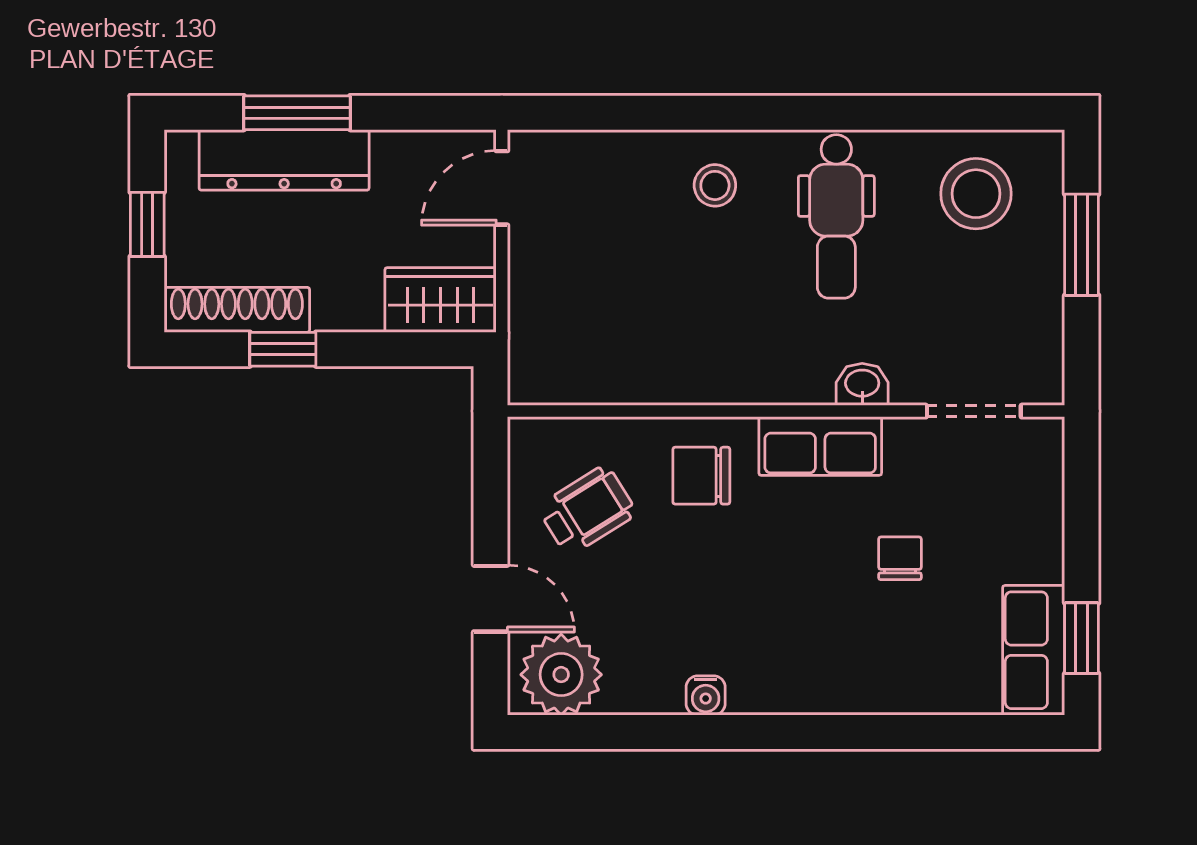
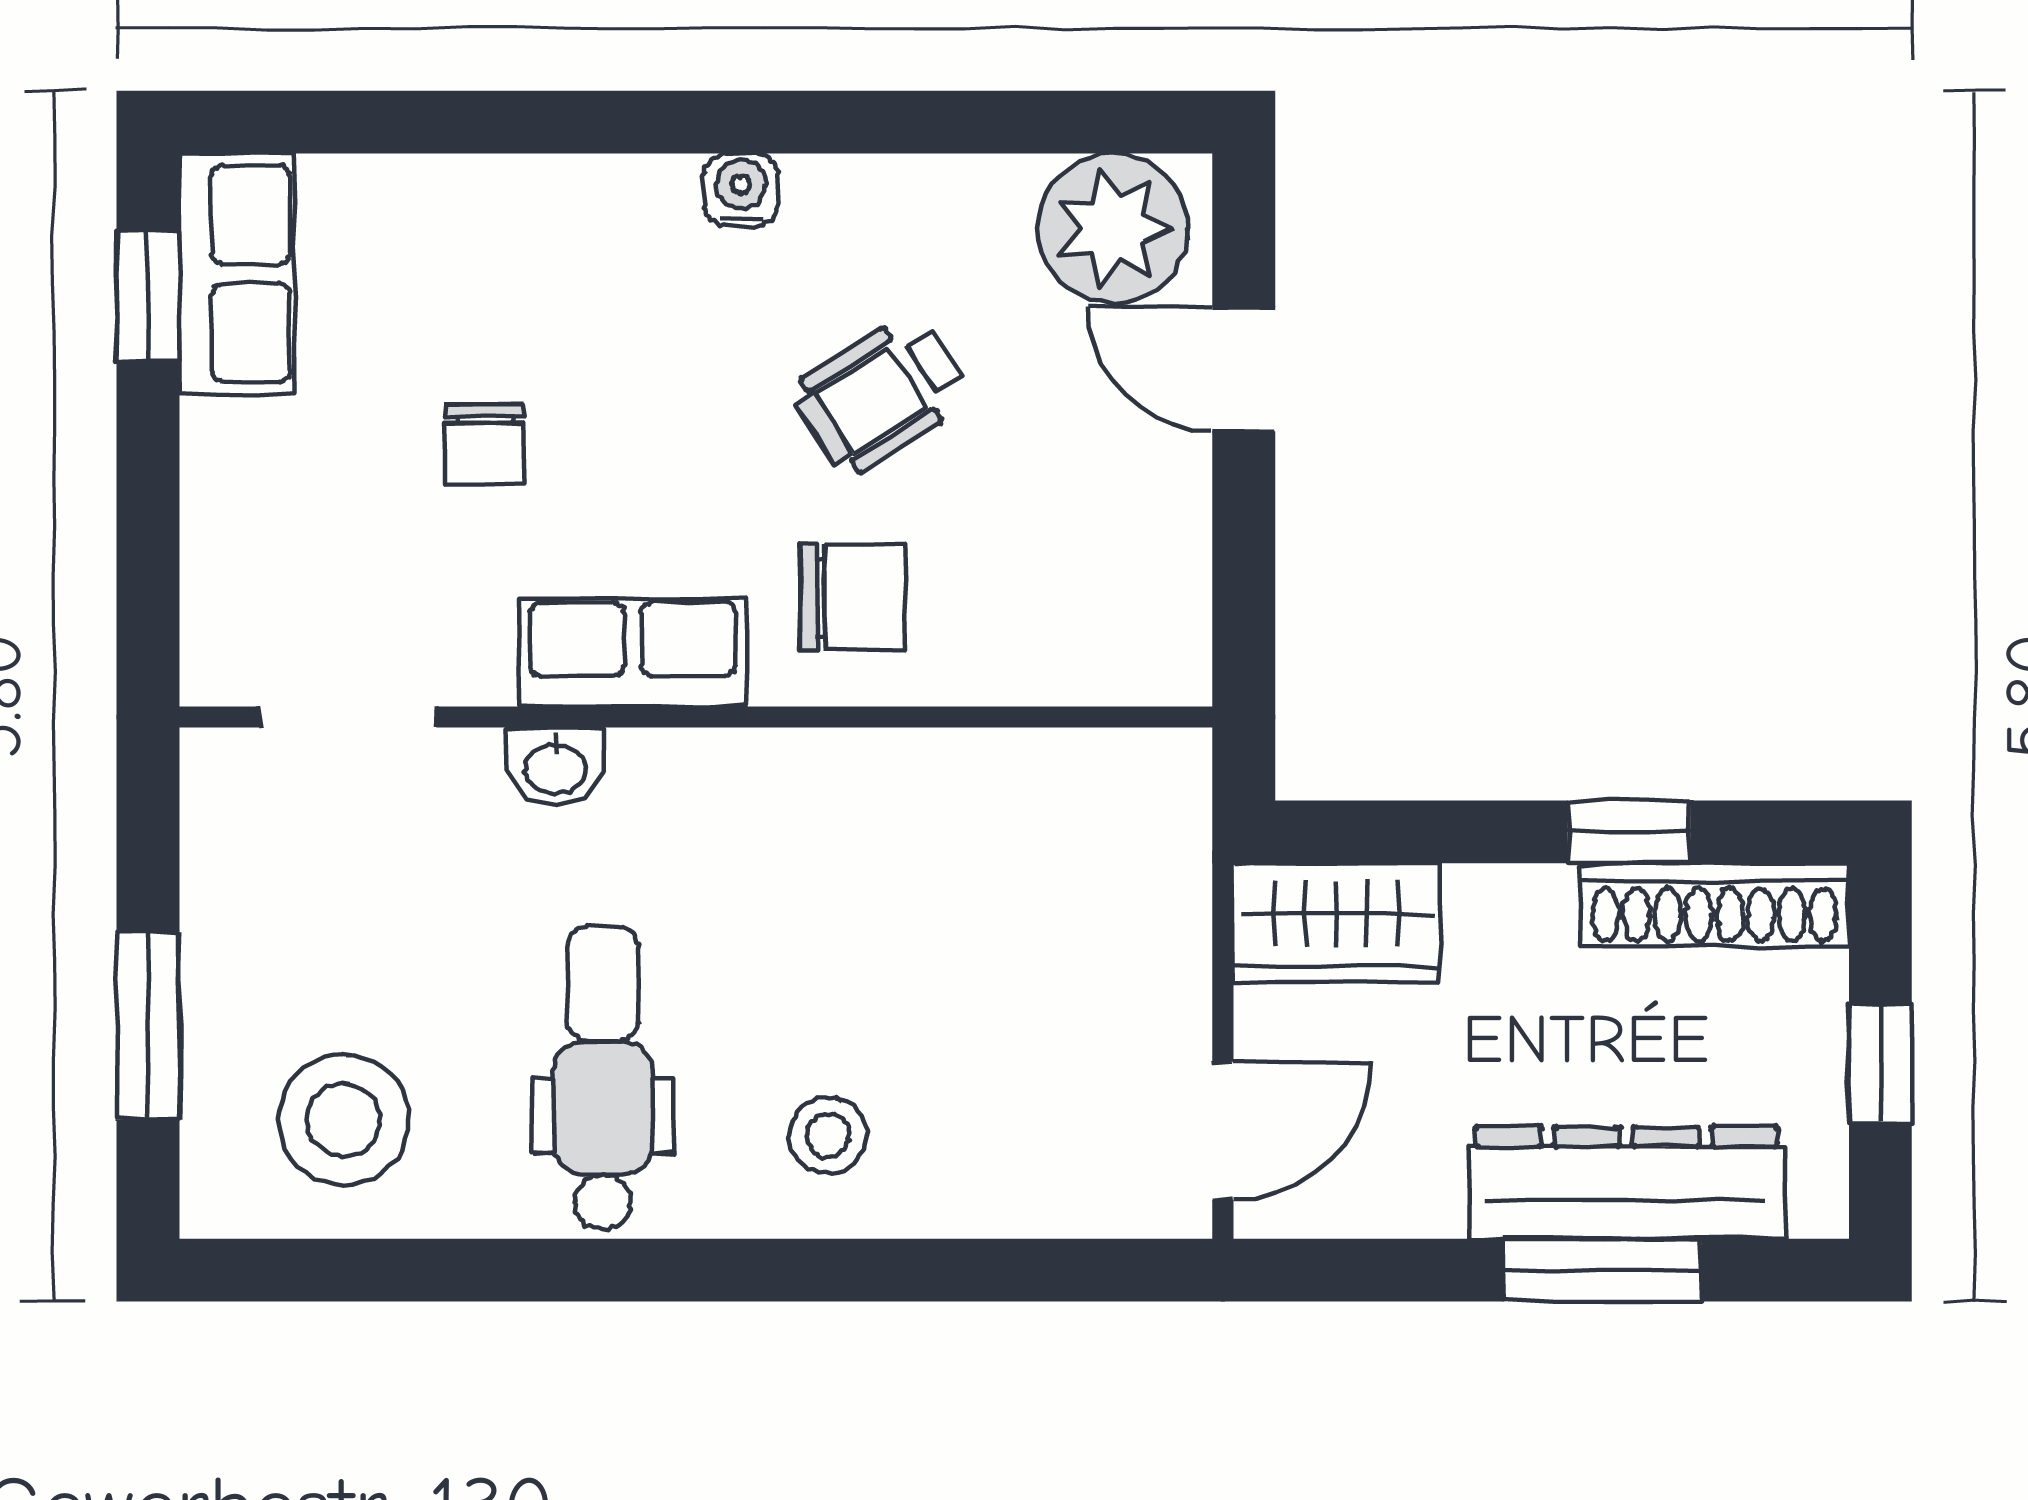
wheelchair: (587, 510) -> (882, 394), moved
water cooler: (706, 695) -> (741, 190), moved

